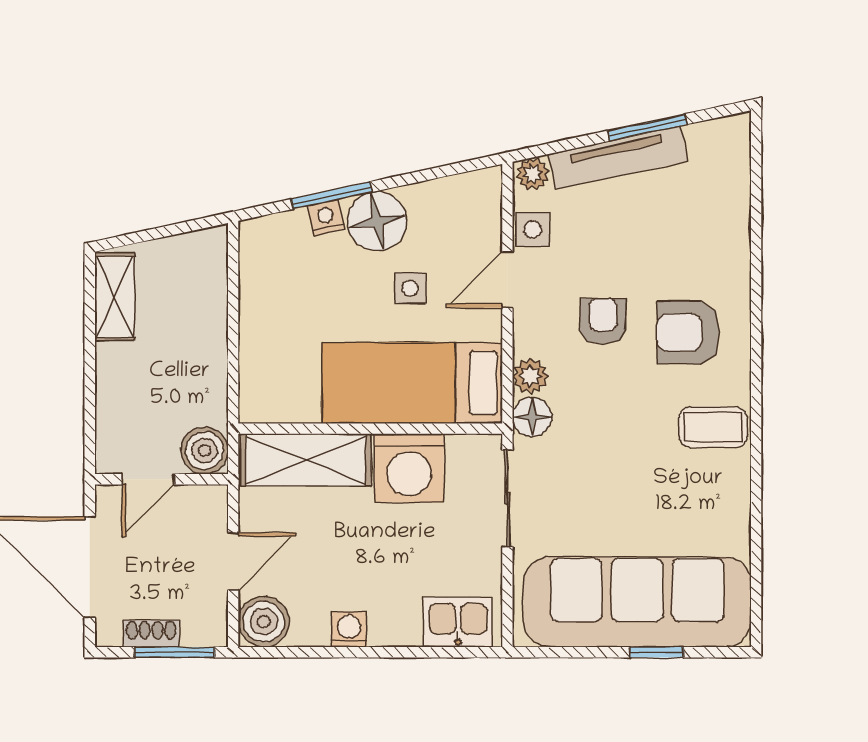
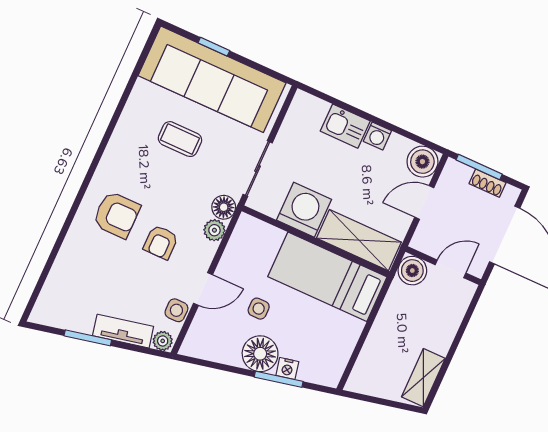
tv unit: (618, 158) -> (123, 331), width x0.71
bed: (412, 383) -> (327, 277), moved, turned 180
coffee table: (713, 427) -> (180, 139), moved
kitchen sink: (458, 622) -> (345, 126), moved

